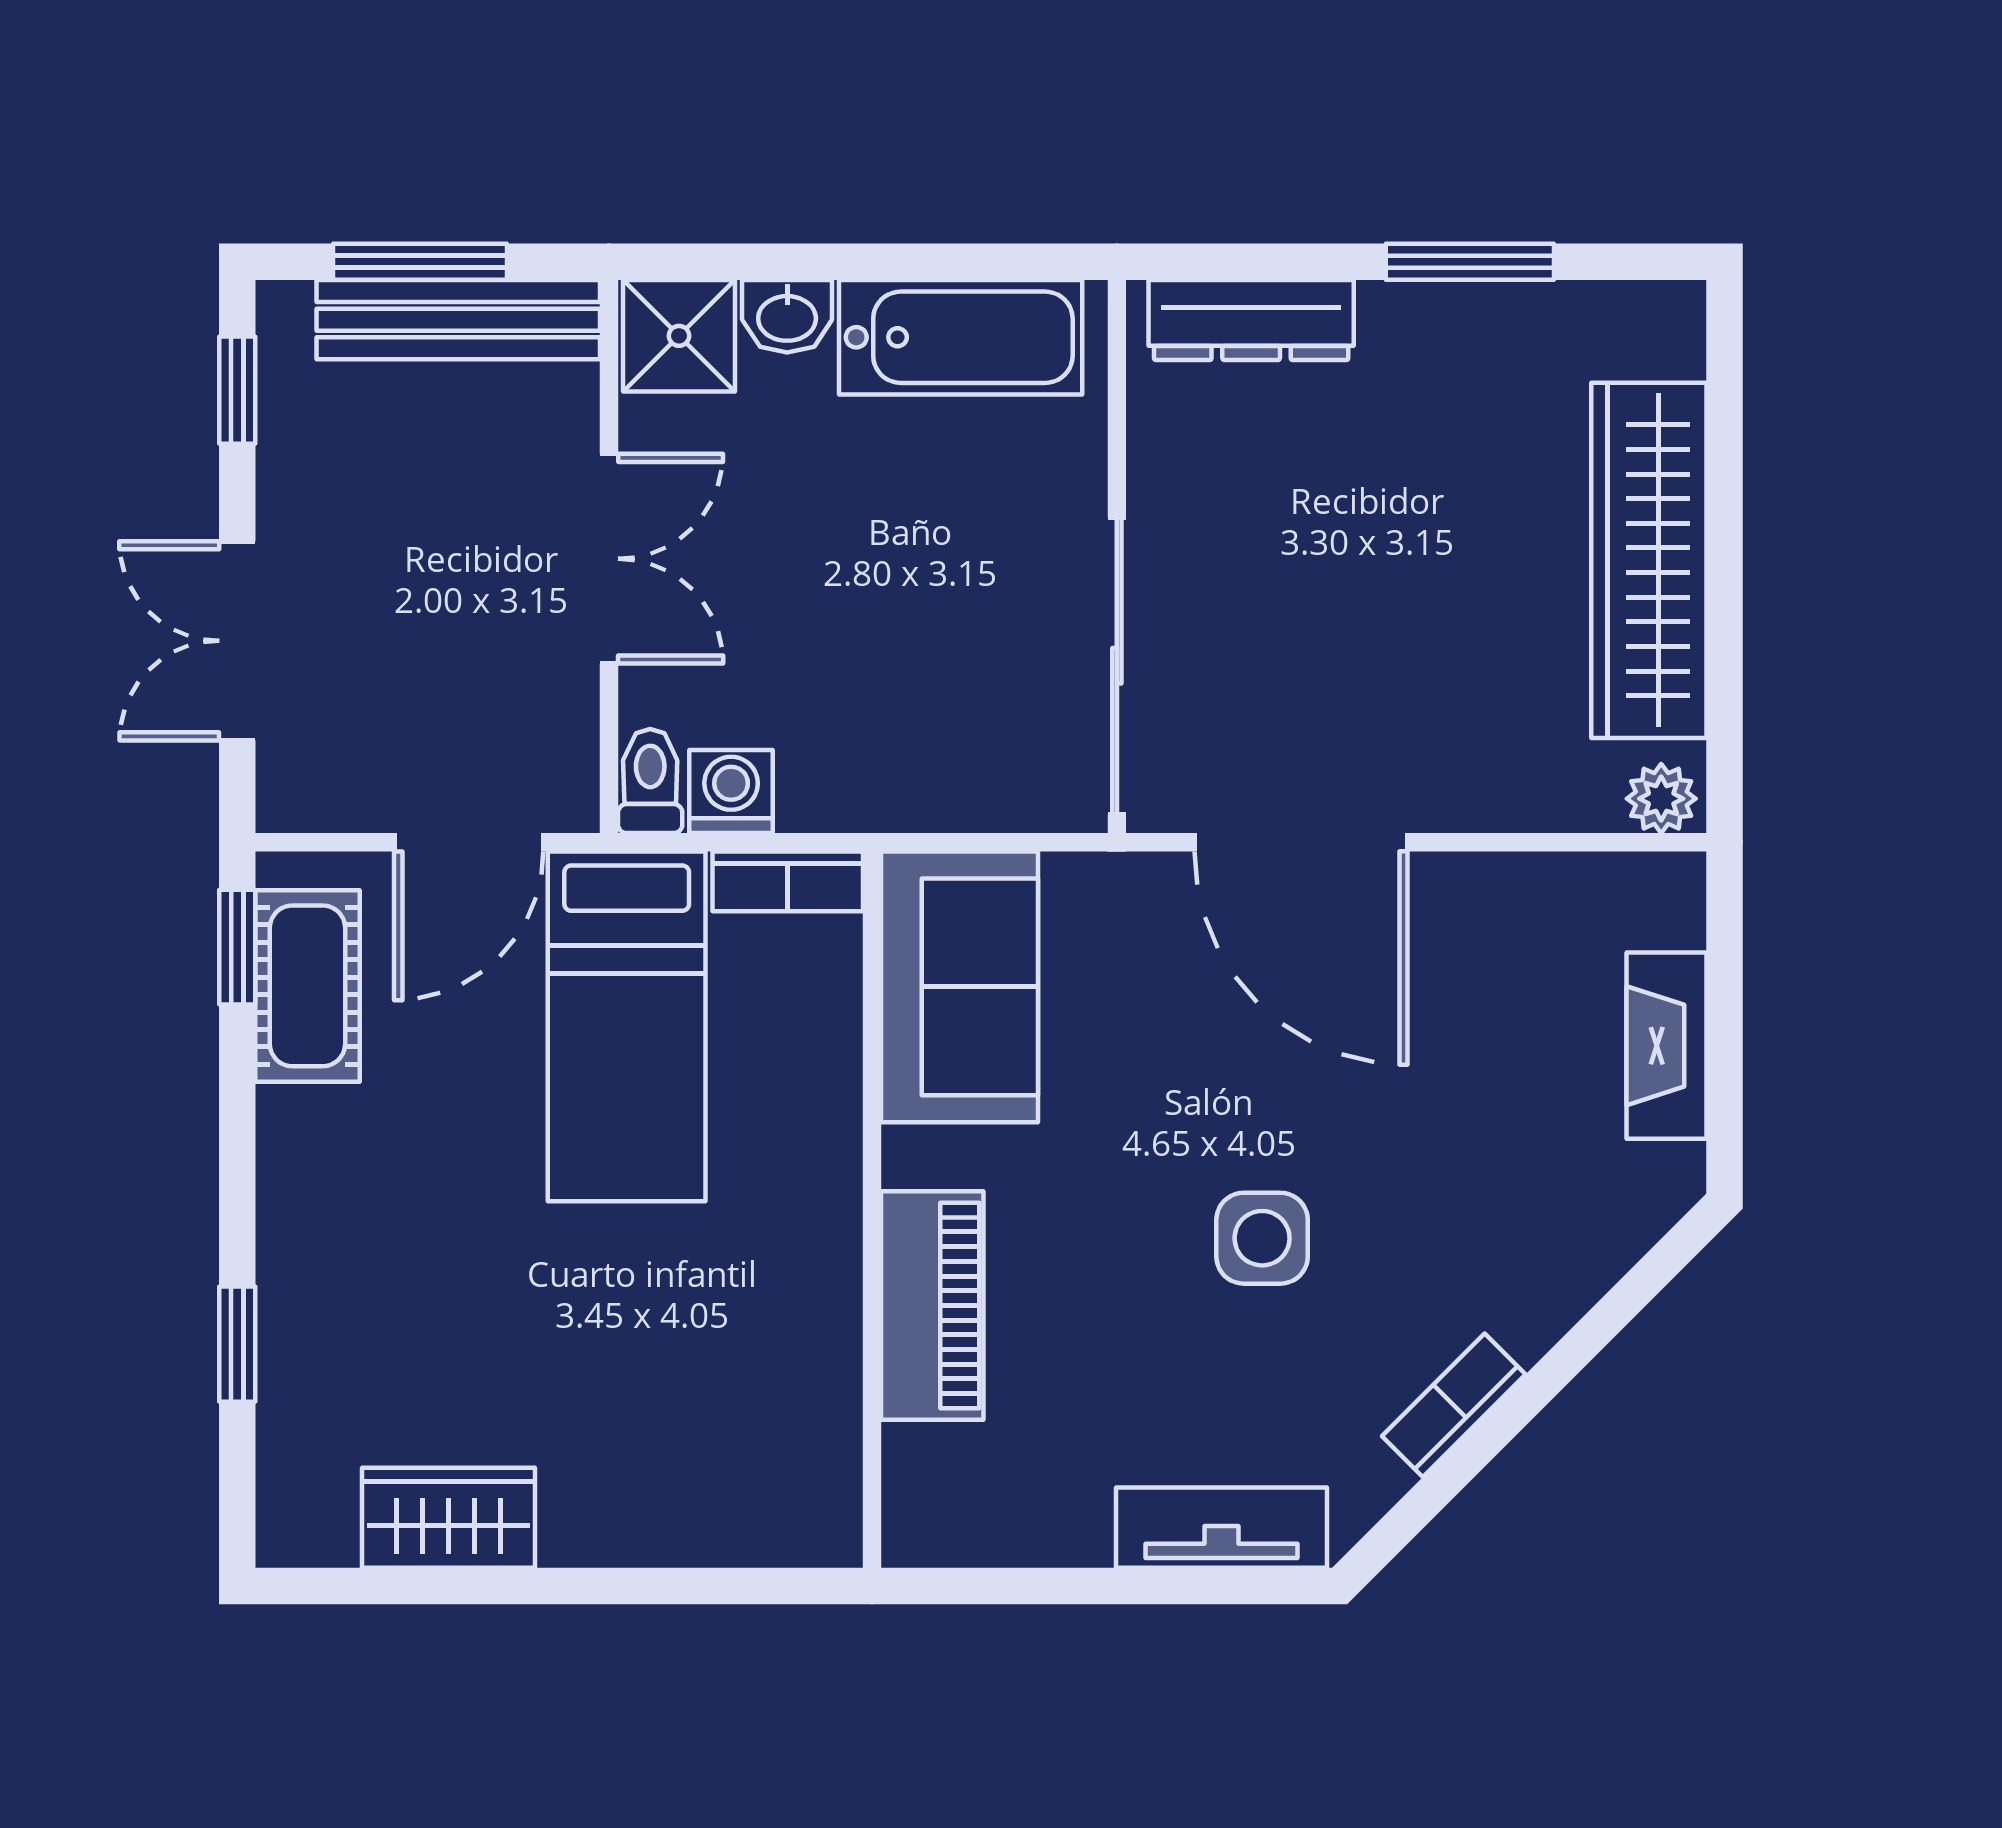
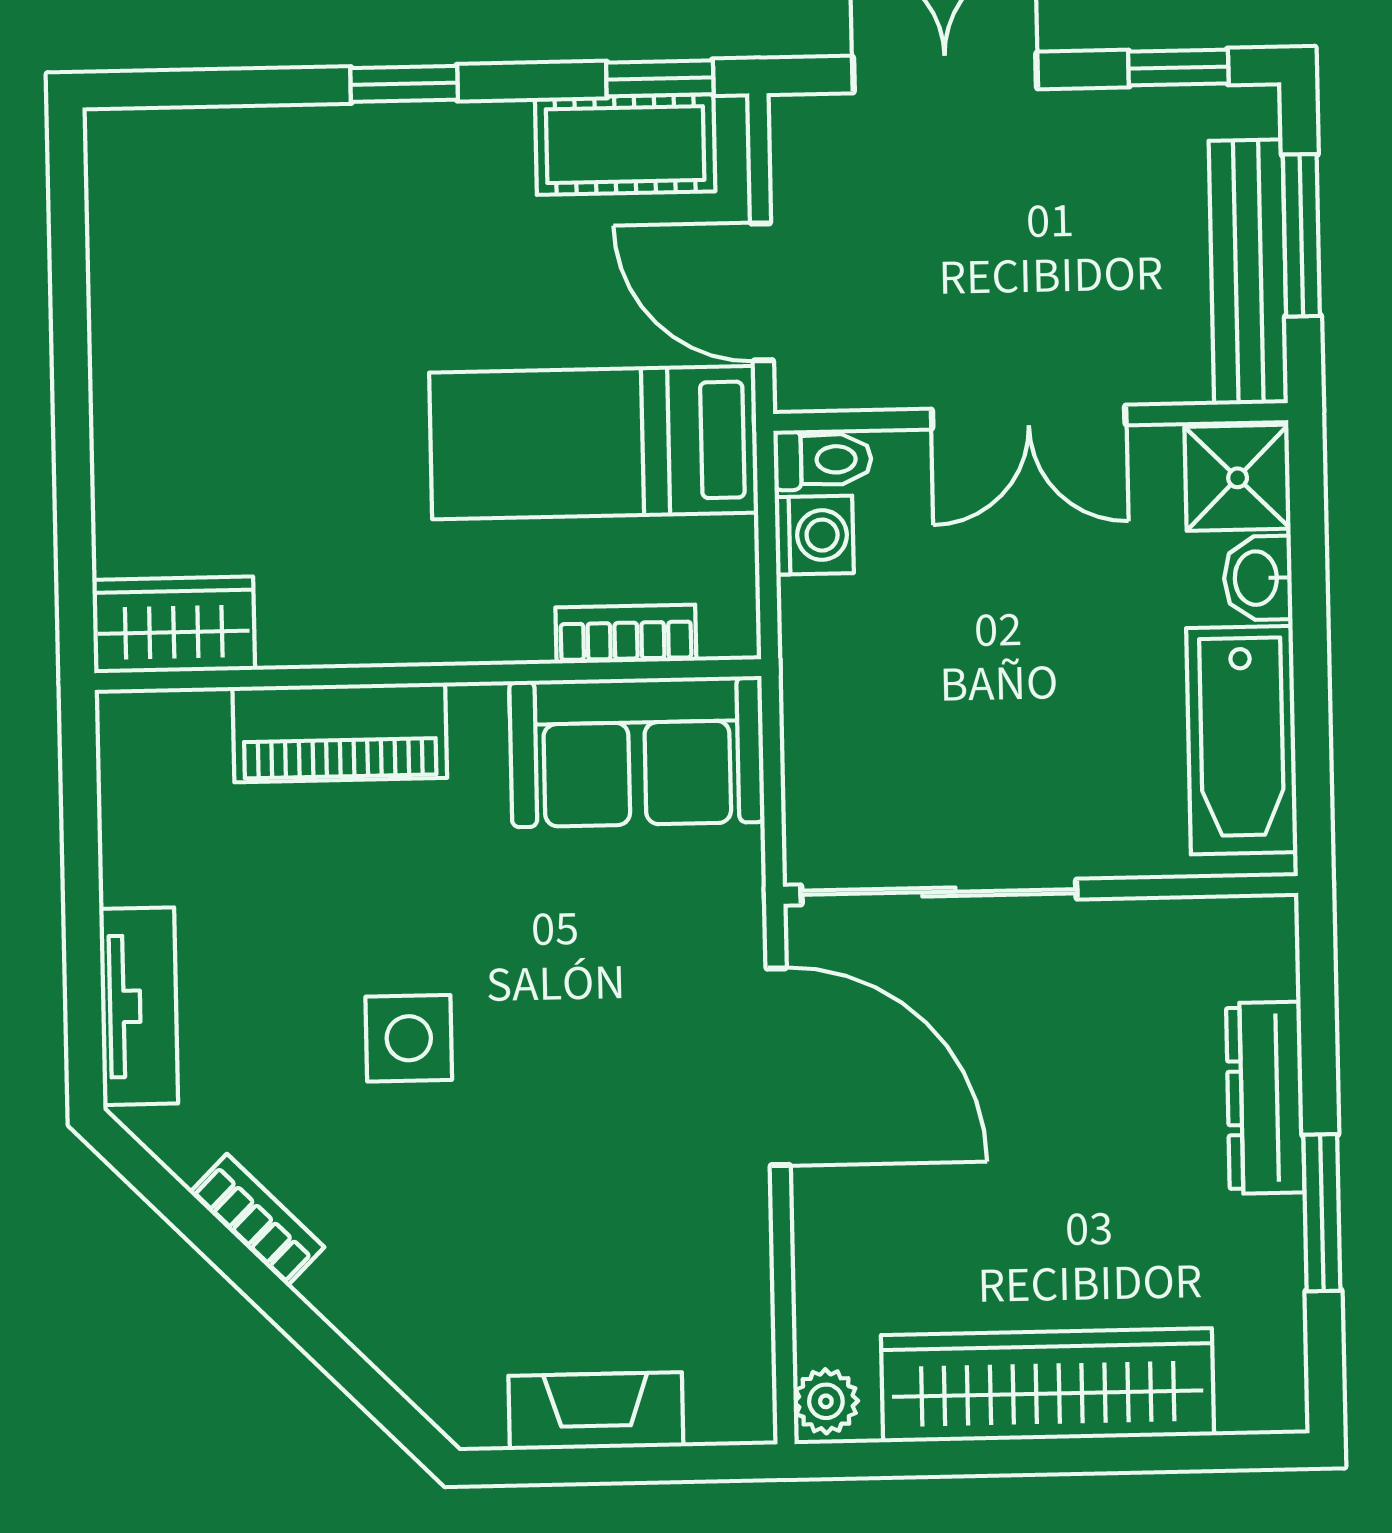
dresser: (1251, 320) -> (1265, 1098), moved
door: (1301, 842) -> (778, 1067), swing flipped
bookcase: (788, 881) -> (626, 634), moved, turned 90
window: (237, 1344) -> (404, 84), moved
wardrobe: (448, 1518) -> (174, 625), moved, turned -90

